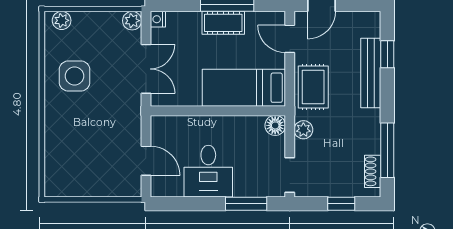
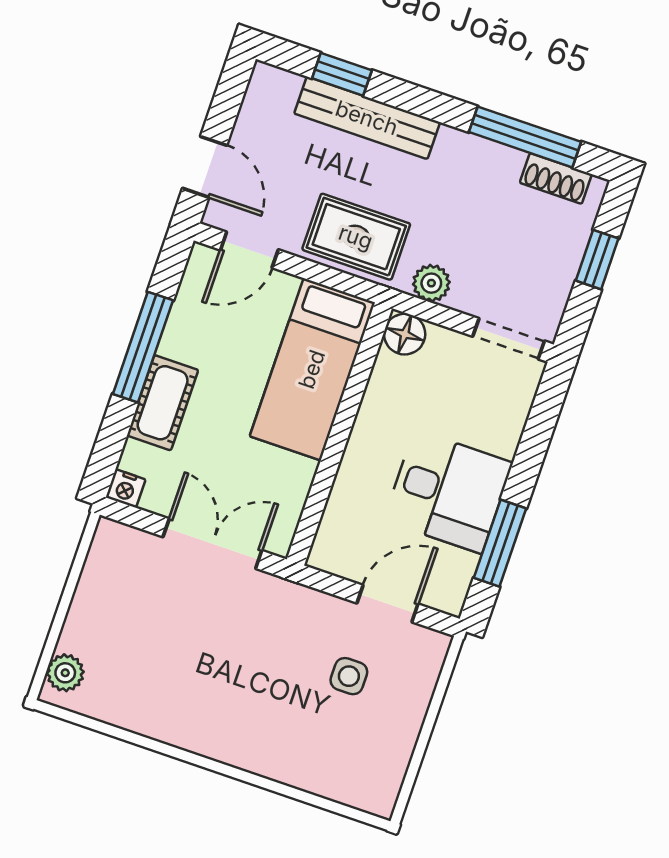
plant: (132, 21) -> (112, 539), removed
cot: (223, 23) -> (163, 403), moved
side table: (75, 76) -> (349, 676), moved, width x0.54, depth x0.54
window: (246, 204) -> (500, 543), moved

